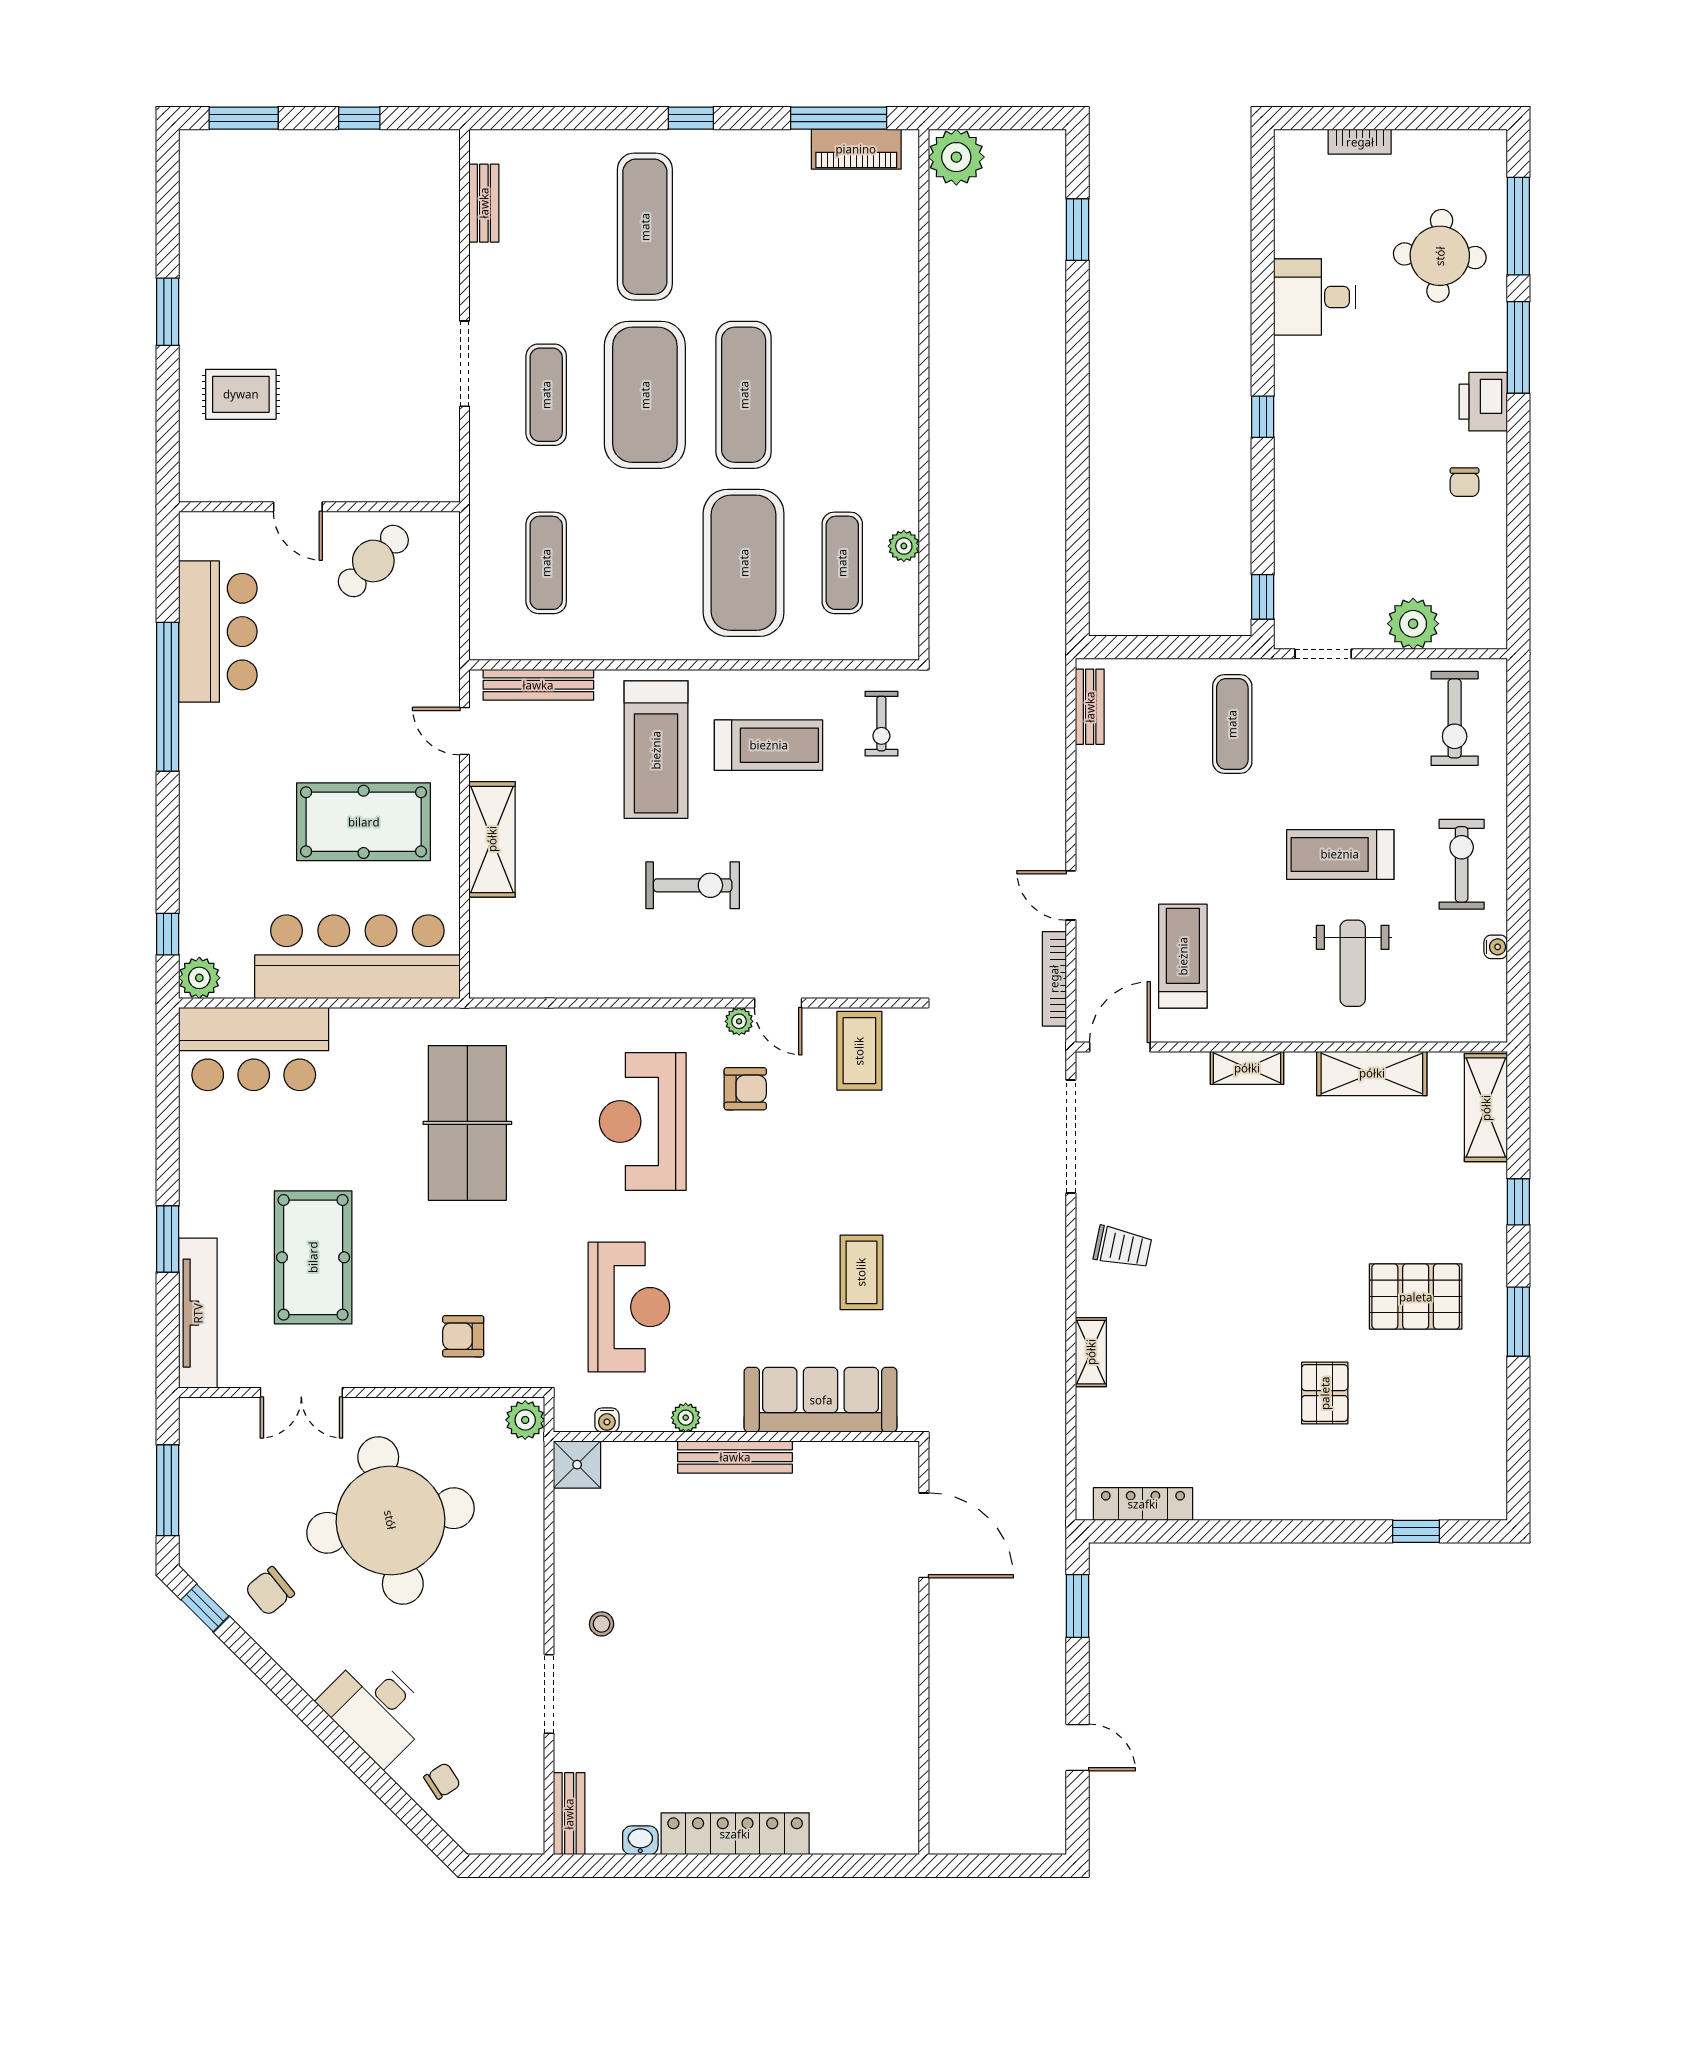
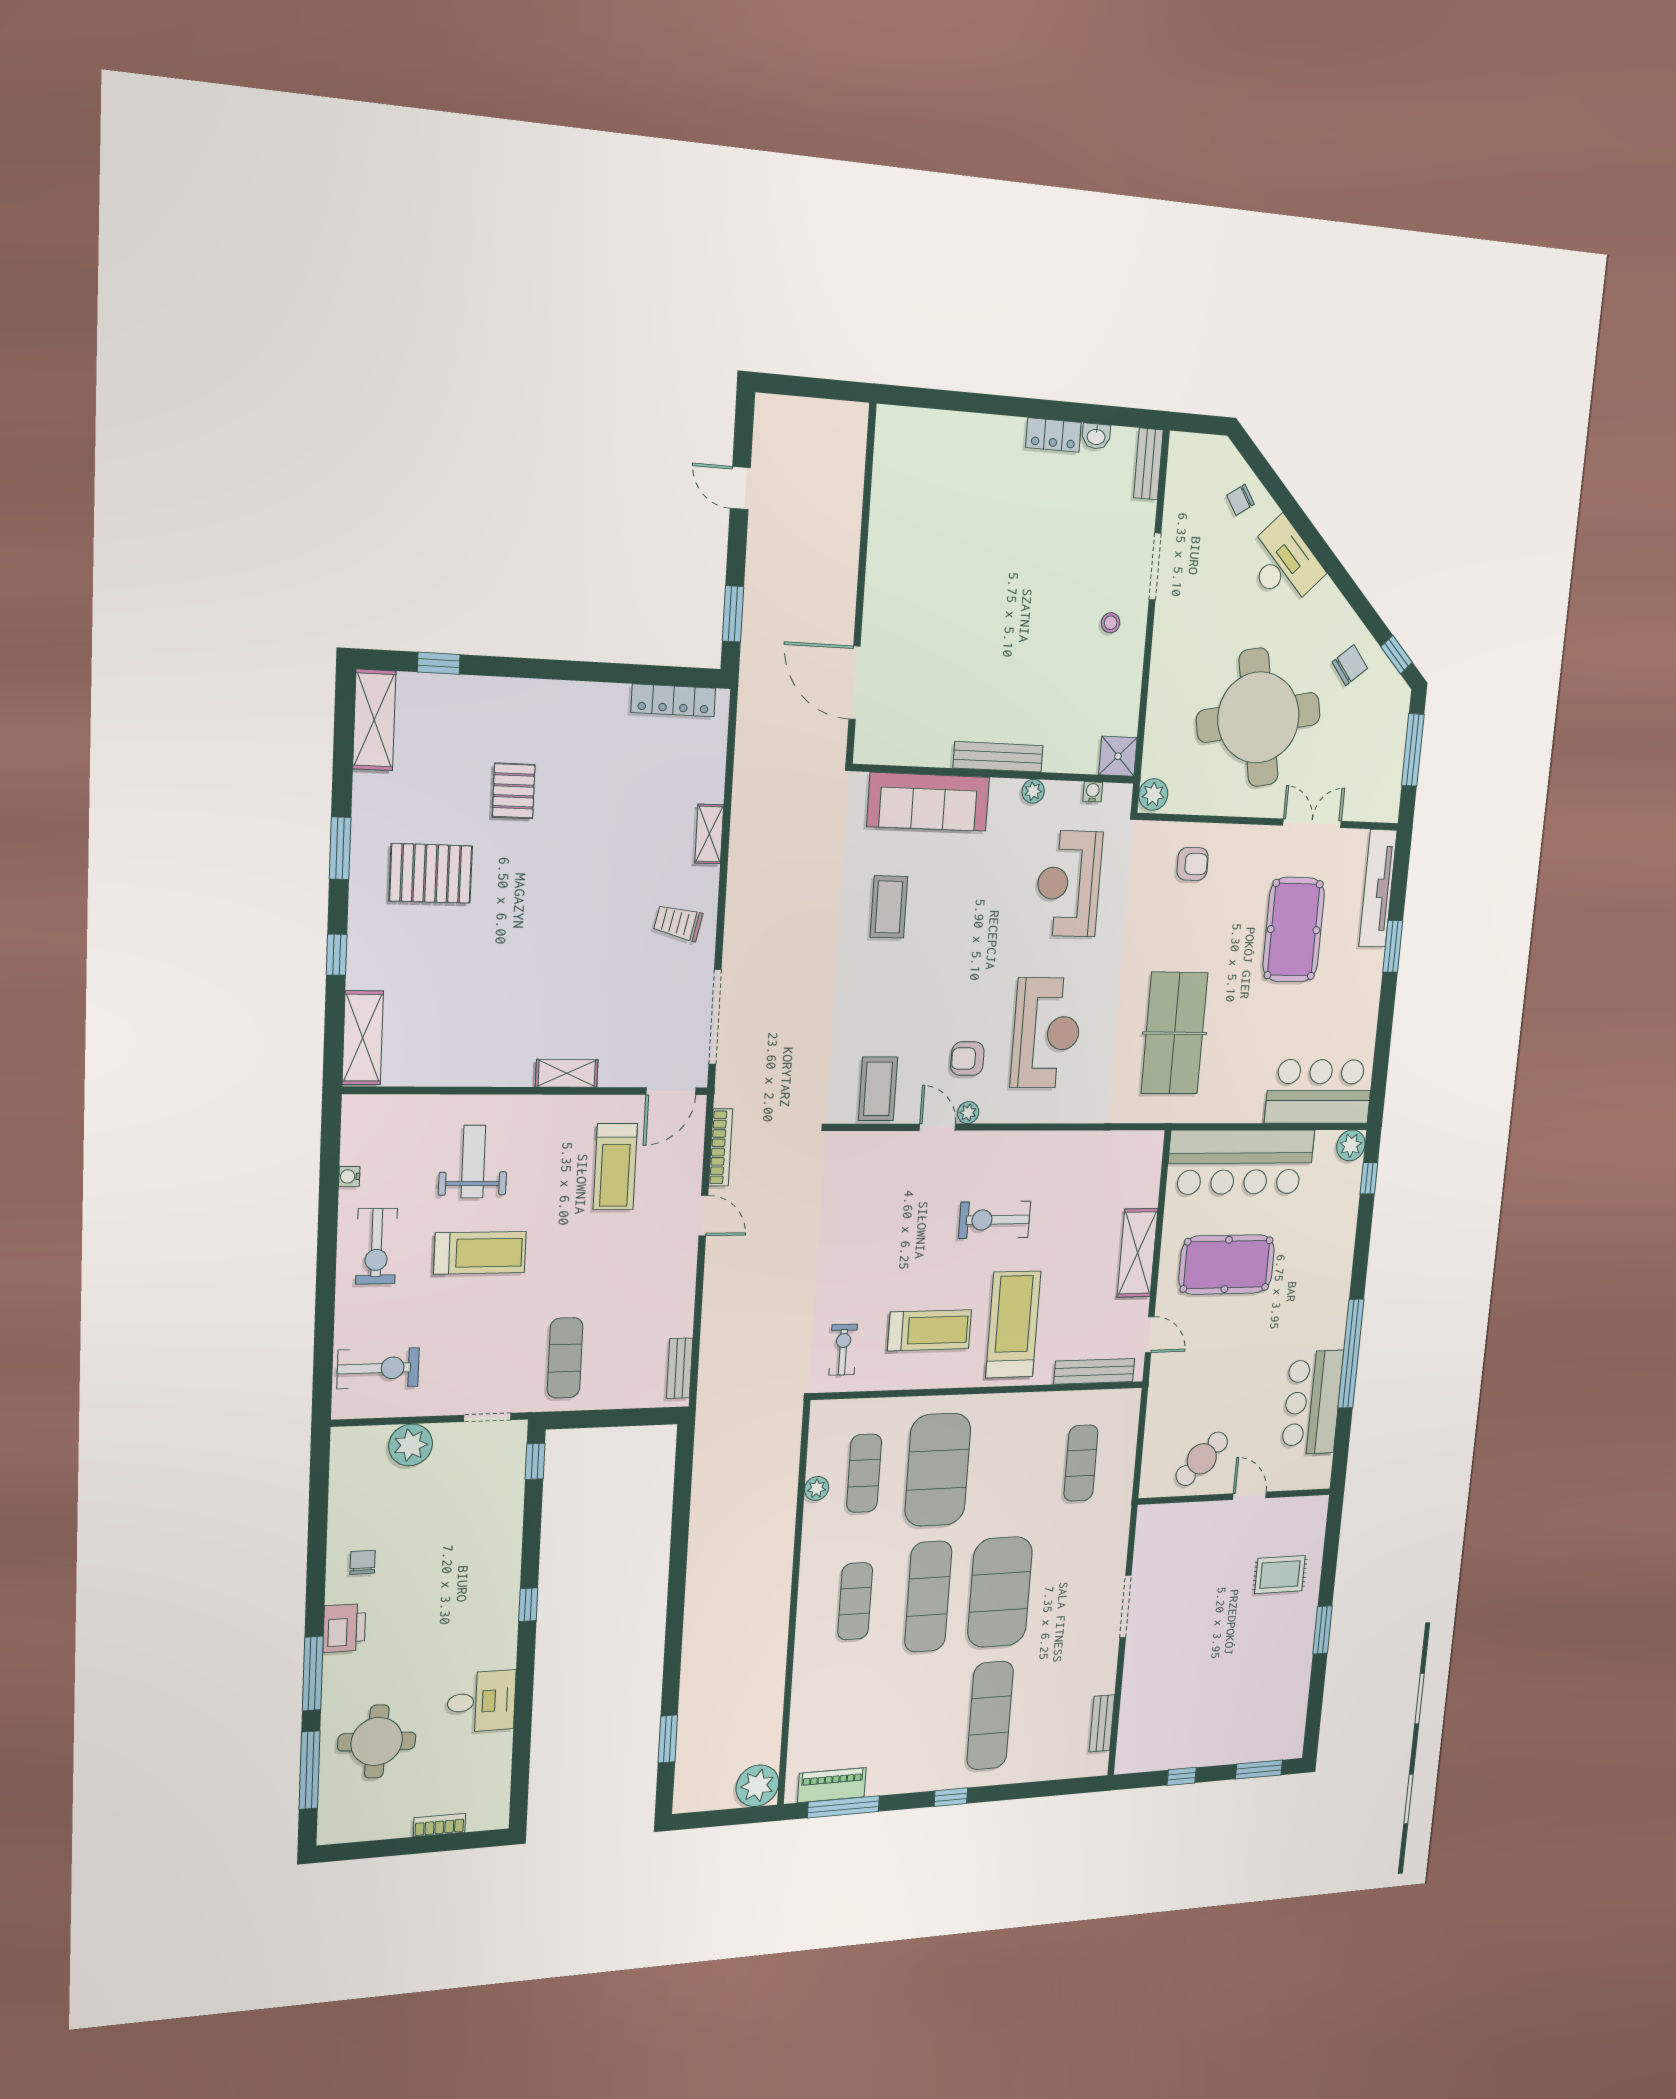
exercise mat: (546, 395) -> (855, 1601), moved
exercise bike: (1455, 718) -> (378, 1368), turned 90
treadmill: (769, 745) -> (930, 1330), turned 180
shelving: (1372, 1073) -> (374, 720), moved, turned 90
locker: (735, 1834) -> (1053, 435), width x0.46, depth x0.83

